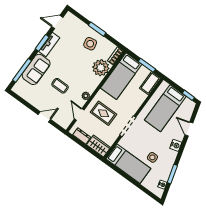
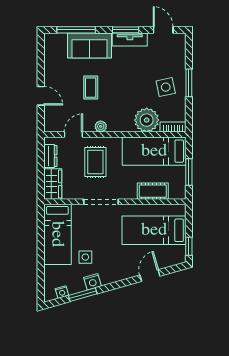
cot: (150, 83) -> (153, 191), moved
nightstand: (176, 145) -> (92, 282), moved

